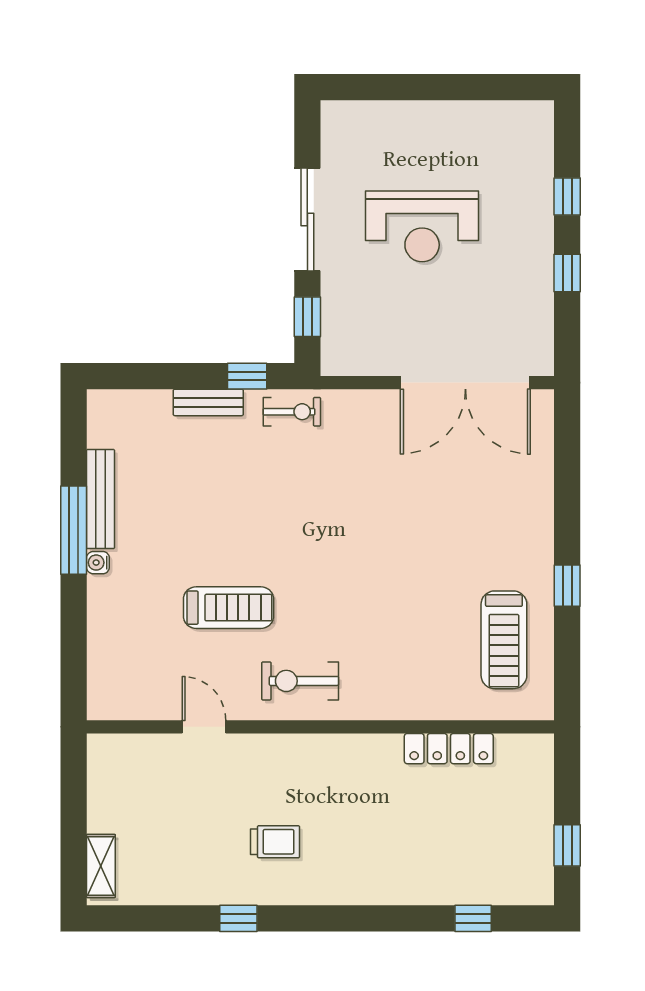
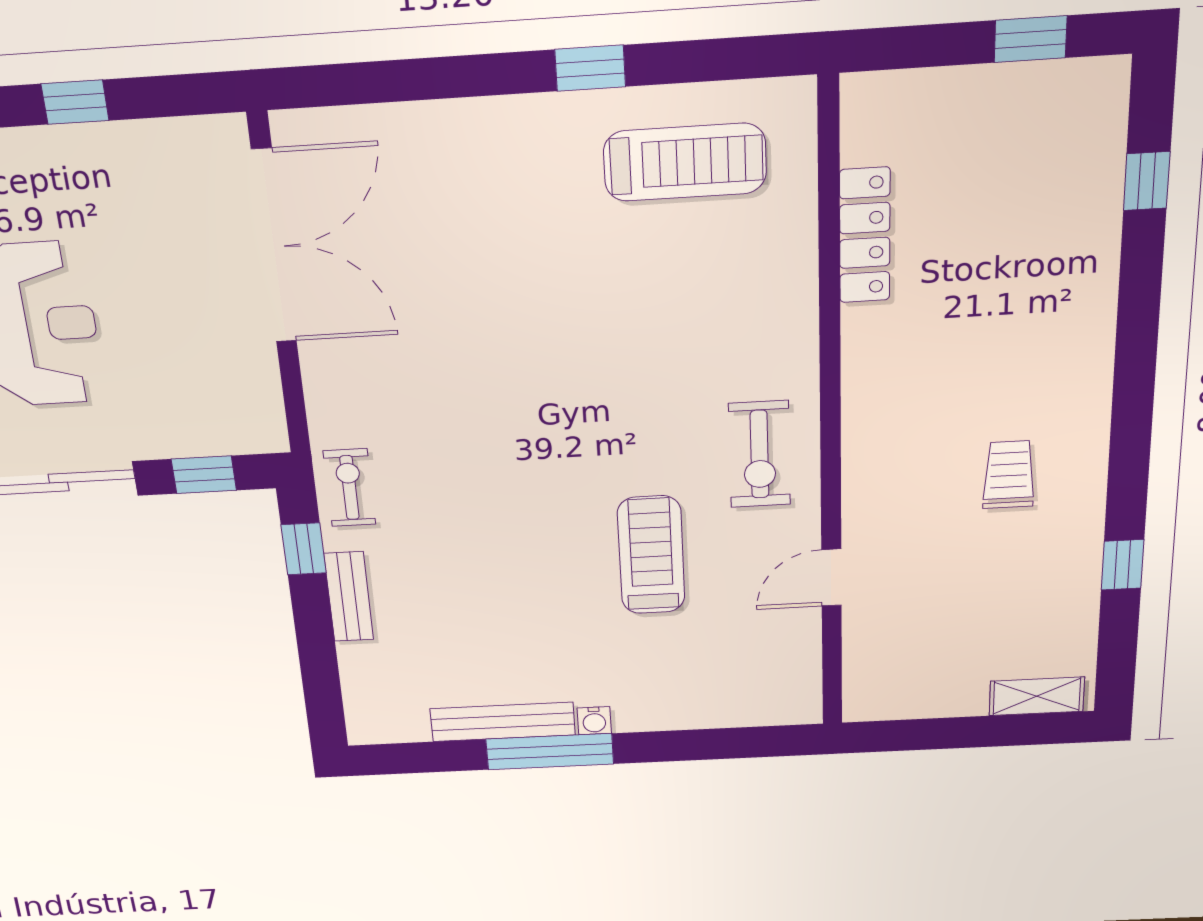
window: (238, 918) -> (1122, 565), moved

